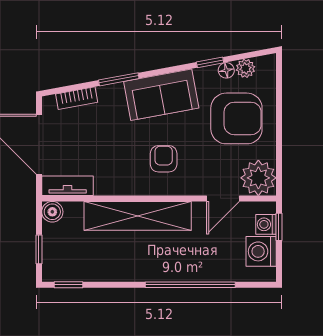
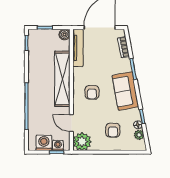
armchair: (236, 118) -> (113, 130), width x0.53, depth x0.53
armchair: (164, 159) -> (92, 92), turned 90
tv unit: (68, 186) -> (78, 48), width x1.41

